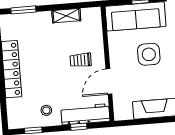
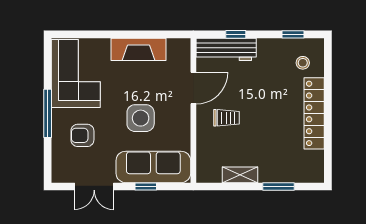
window: (23, 10) -> (279, 186), moved
stool: (46, 110) -> (303, 63), moved

